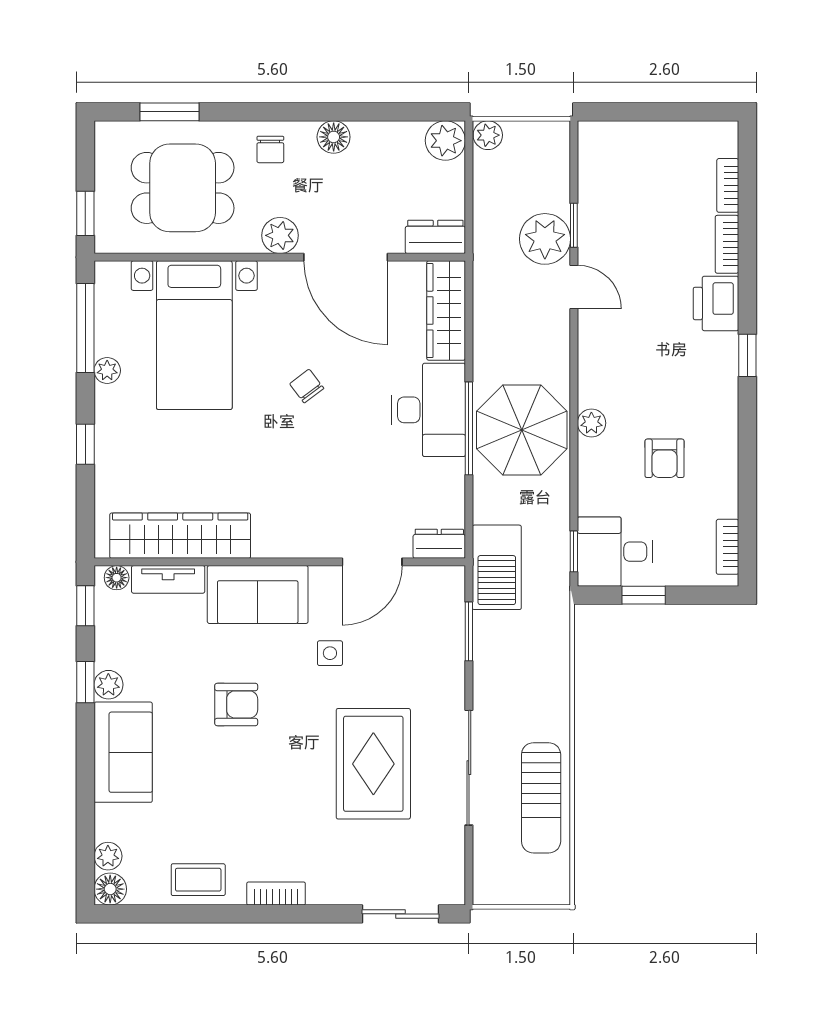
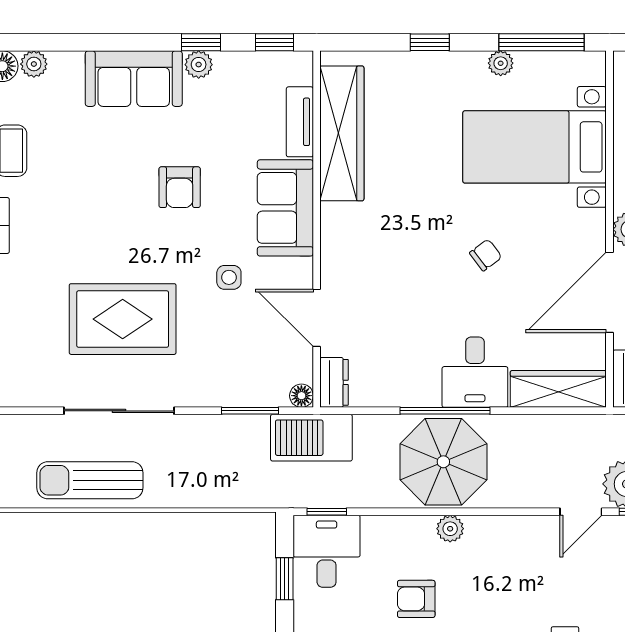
desk: (429, 410) -> (475, 372), width x0.73
floor lamp: (117, 578) -> (301, 396), moved

